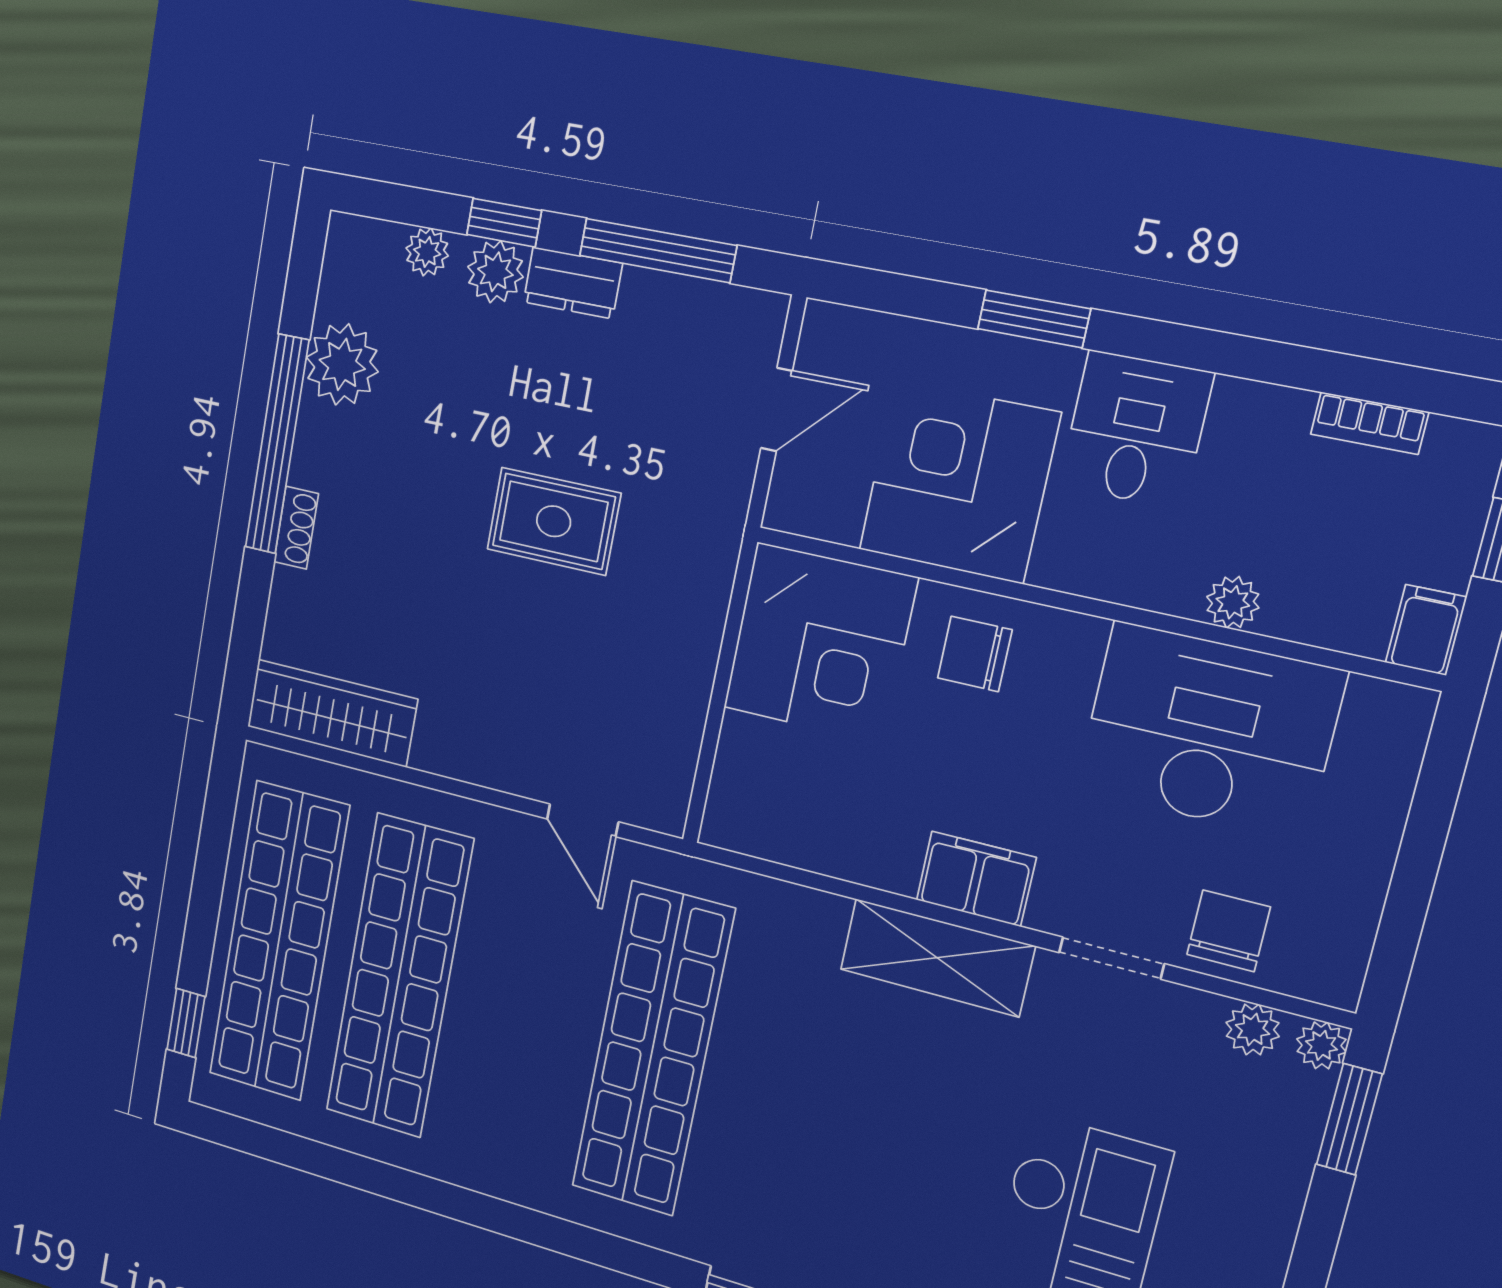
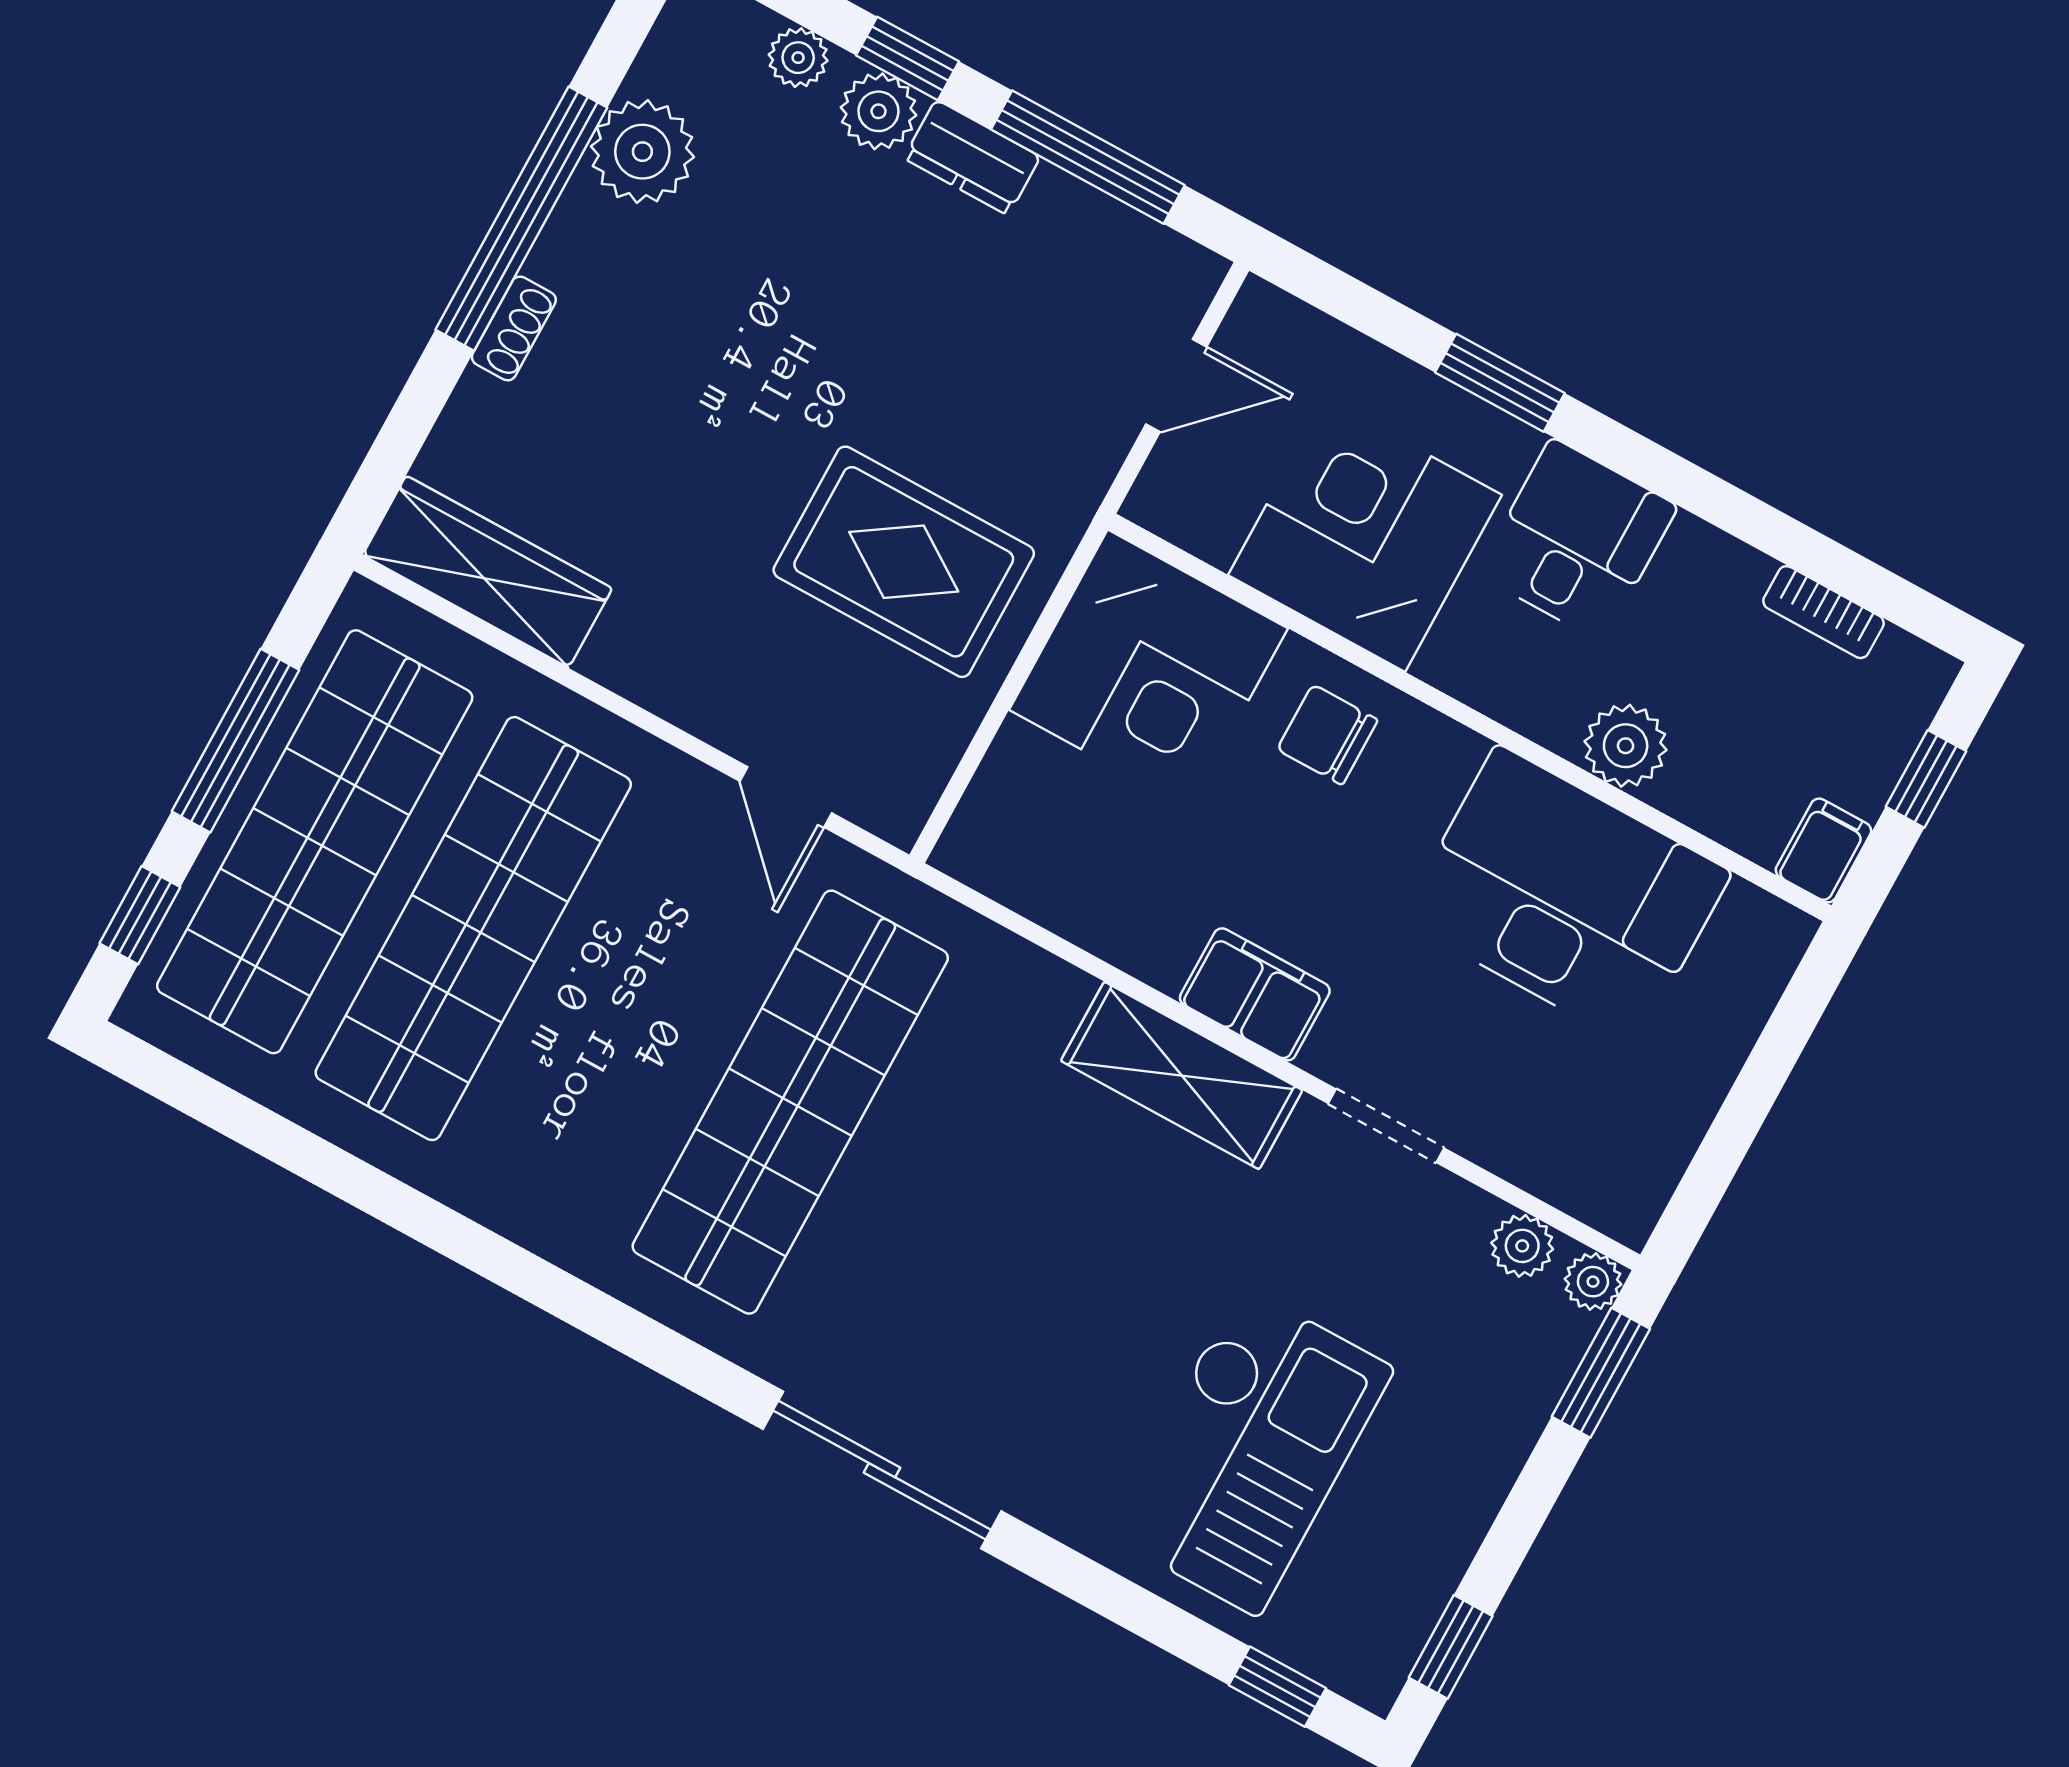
rug: (554, 521) -> (904, 562), moved, width x1.36, depth x1.43
plant: (1233, 602) -> (1626, 746), width x1.38, depth x1.38
window: (208, 884) -> (235, 741), added
chair: (1229, 931) -> (1526, 1127), removed

